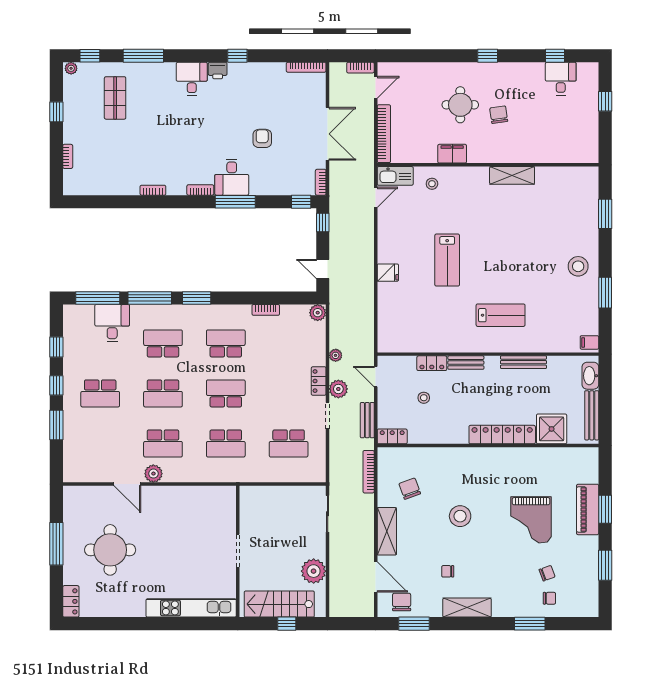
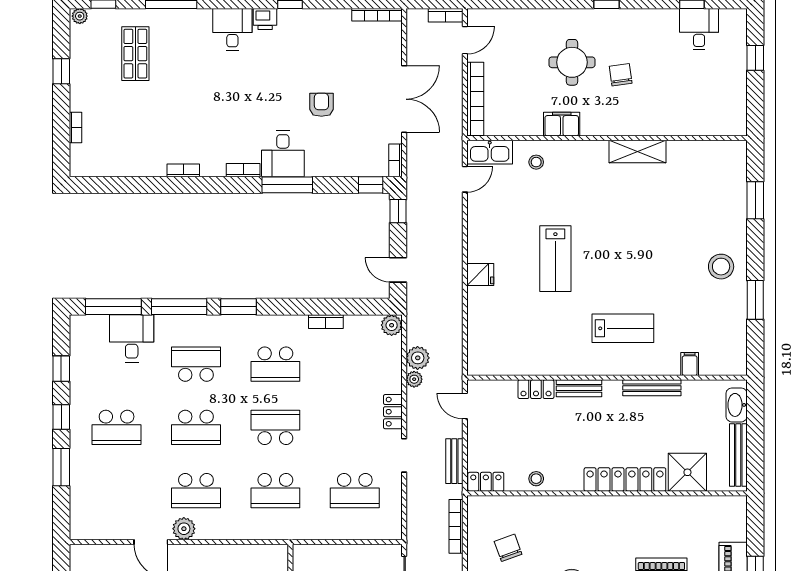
filing cabinet: (589, 342) -> (690, 364), moved, turned 90
school desk: (226, 343) -> (275, 364), turned 180
plant: (338, 389) -> (418, 358), moved
stool: (424, 398) -> (536, 479), moved

